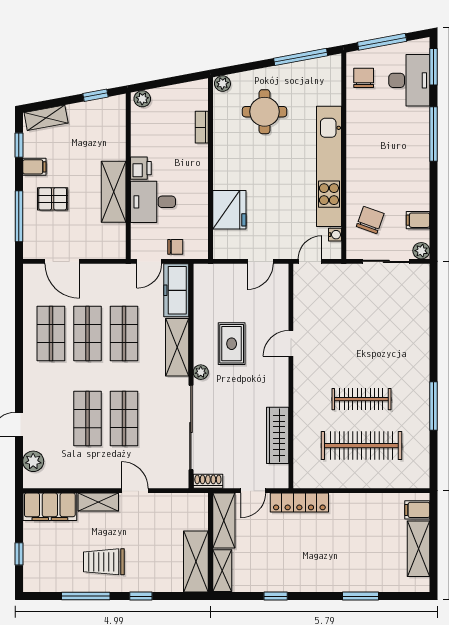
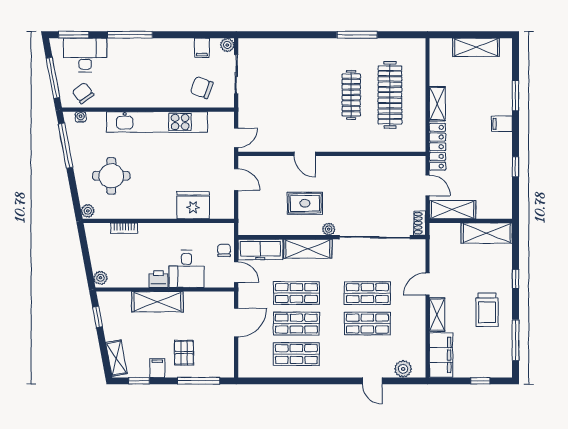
chair: (364, 78) -> (83, 93), turned 54
shelving: (114, 192) -> (157, 302), moved
water cooler: (335, 235) -> (81, 117), moved
door: (62, 261) -> (236, 323), moved
door: (310, 261) -> (236, 138), swing flipped
wardrobe: (278, 435) -> (381, 165), removed
filing cabinet: (417, 510) -> (502, 124), moved, turned 90
shelving: (222, 571) -> (437, 104), moved, turned 90
window: (86, 596) -> (516, 340), moved

